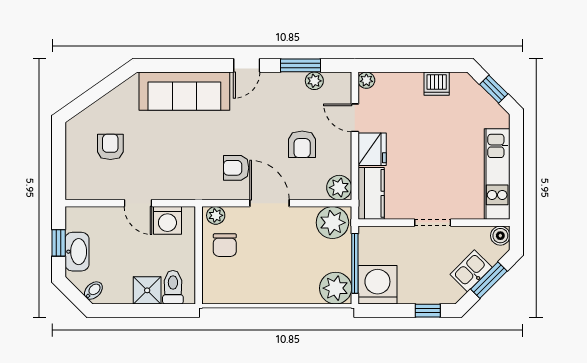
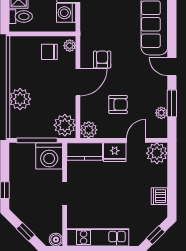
plant: (366, 80) -> (157, 153), width x1.88, depth x1.88
armchair: (302, 144) -> (118, 104), turned 180
kitchen sink: (471, 271) -> (32, 220), removed
window: (489, 280) -> (26, 232), width x0.67
washing machine: (377, 285) -> (49, 156), moved, turned 90
plant: (336, 288) -> (20, 99), moved

